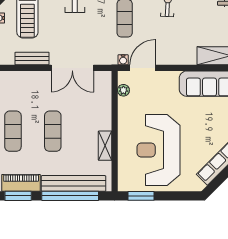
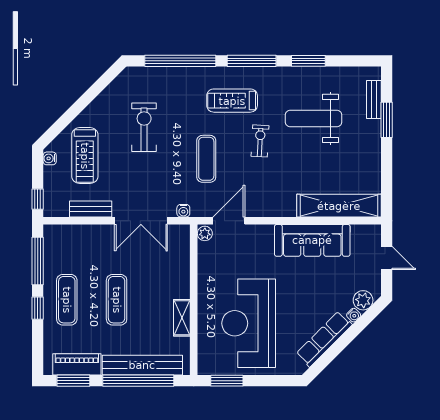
water cooler: (123, 60) -> (183, 211), moved
plant: (123, 90) -> (205, 233), moved

